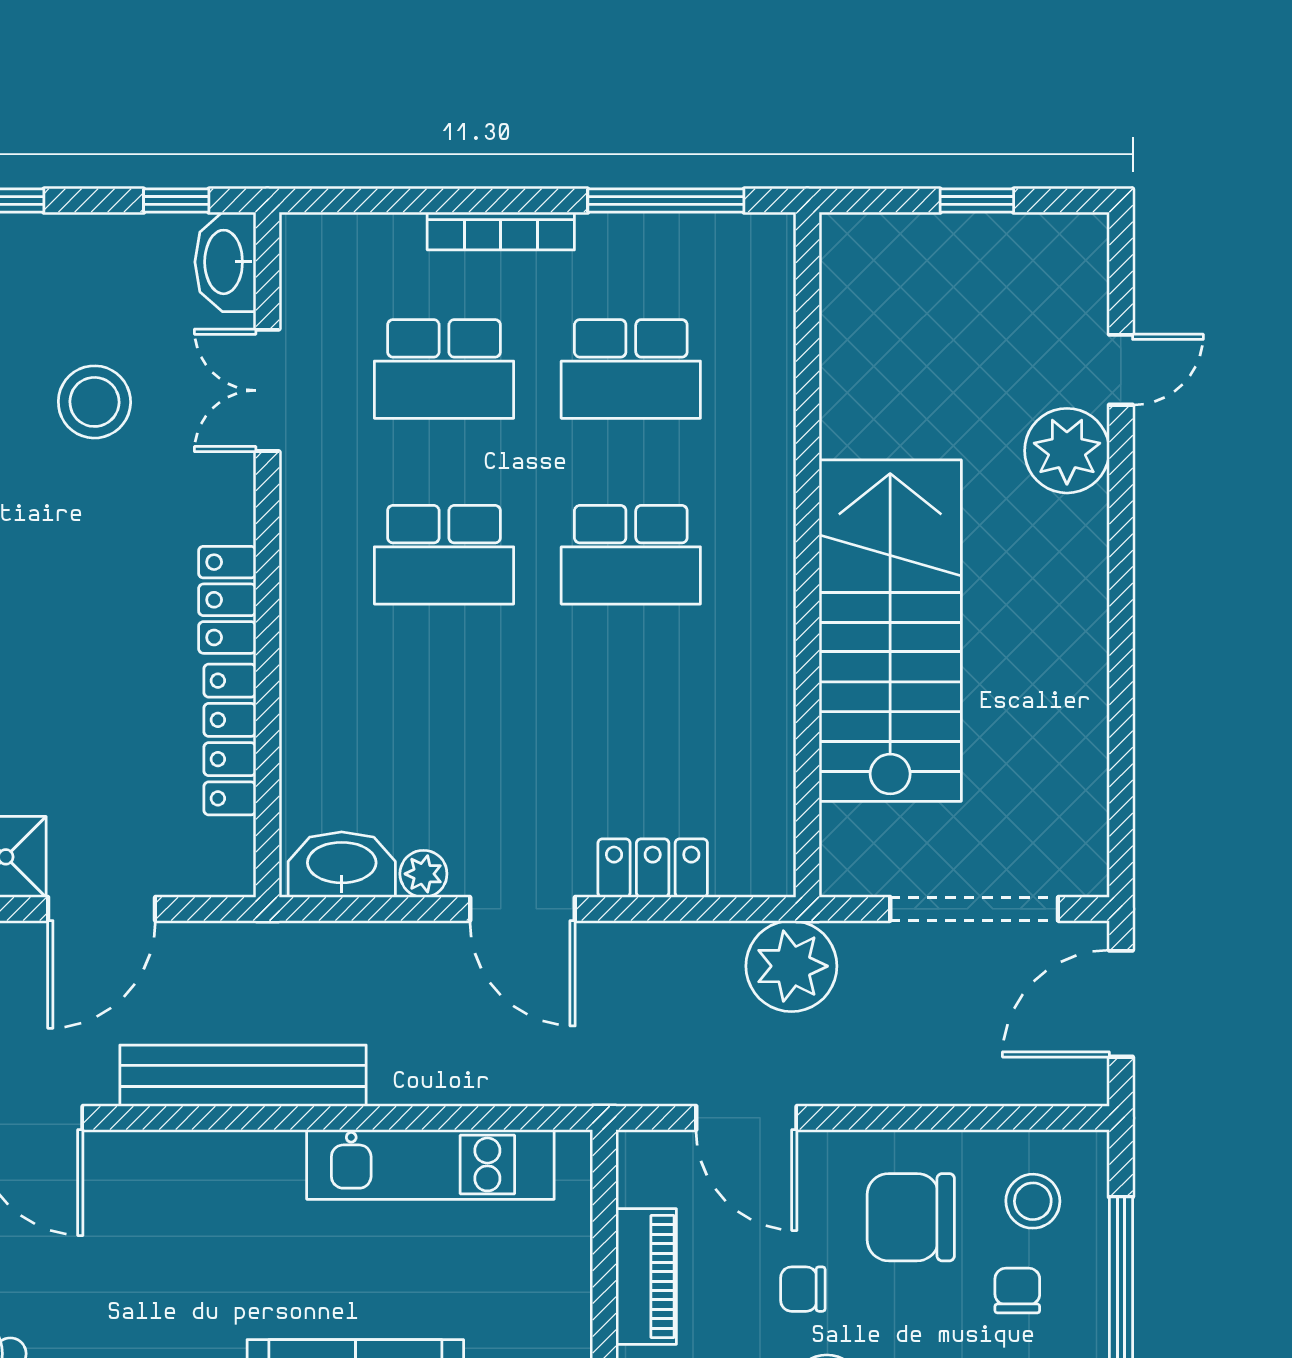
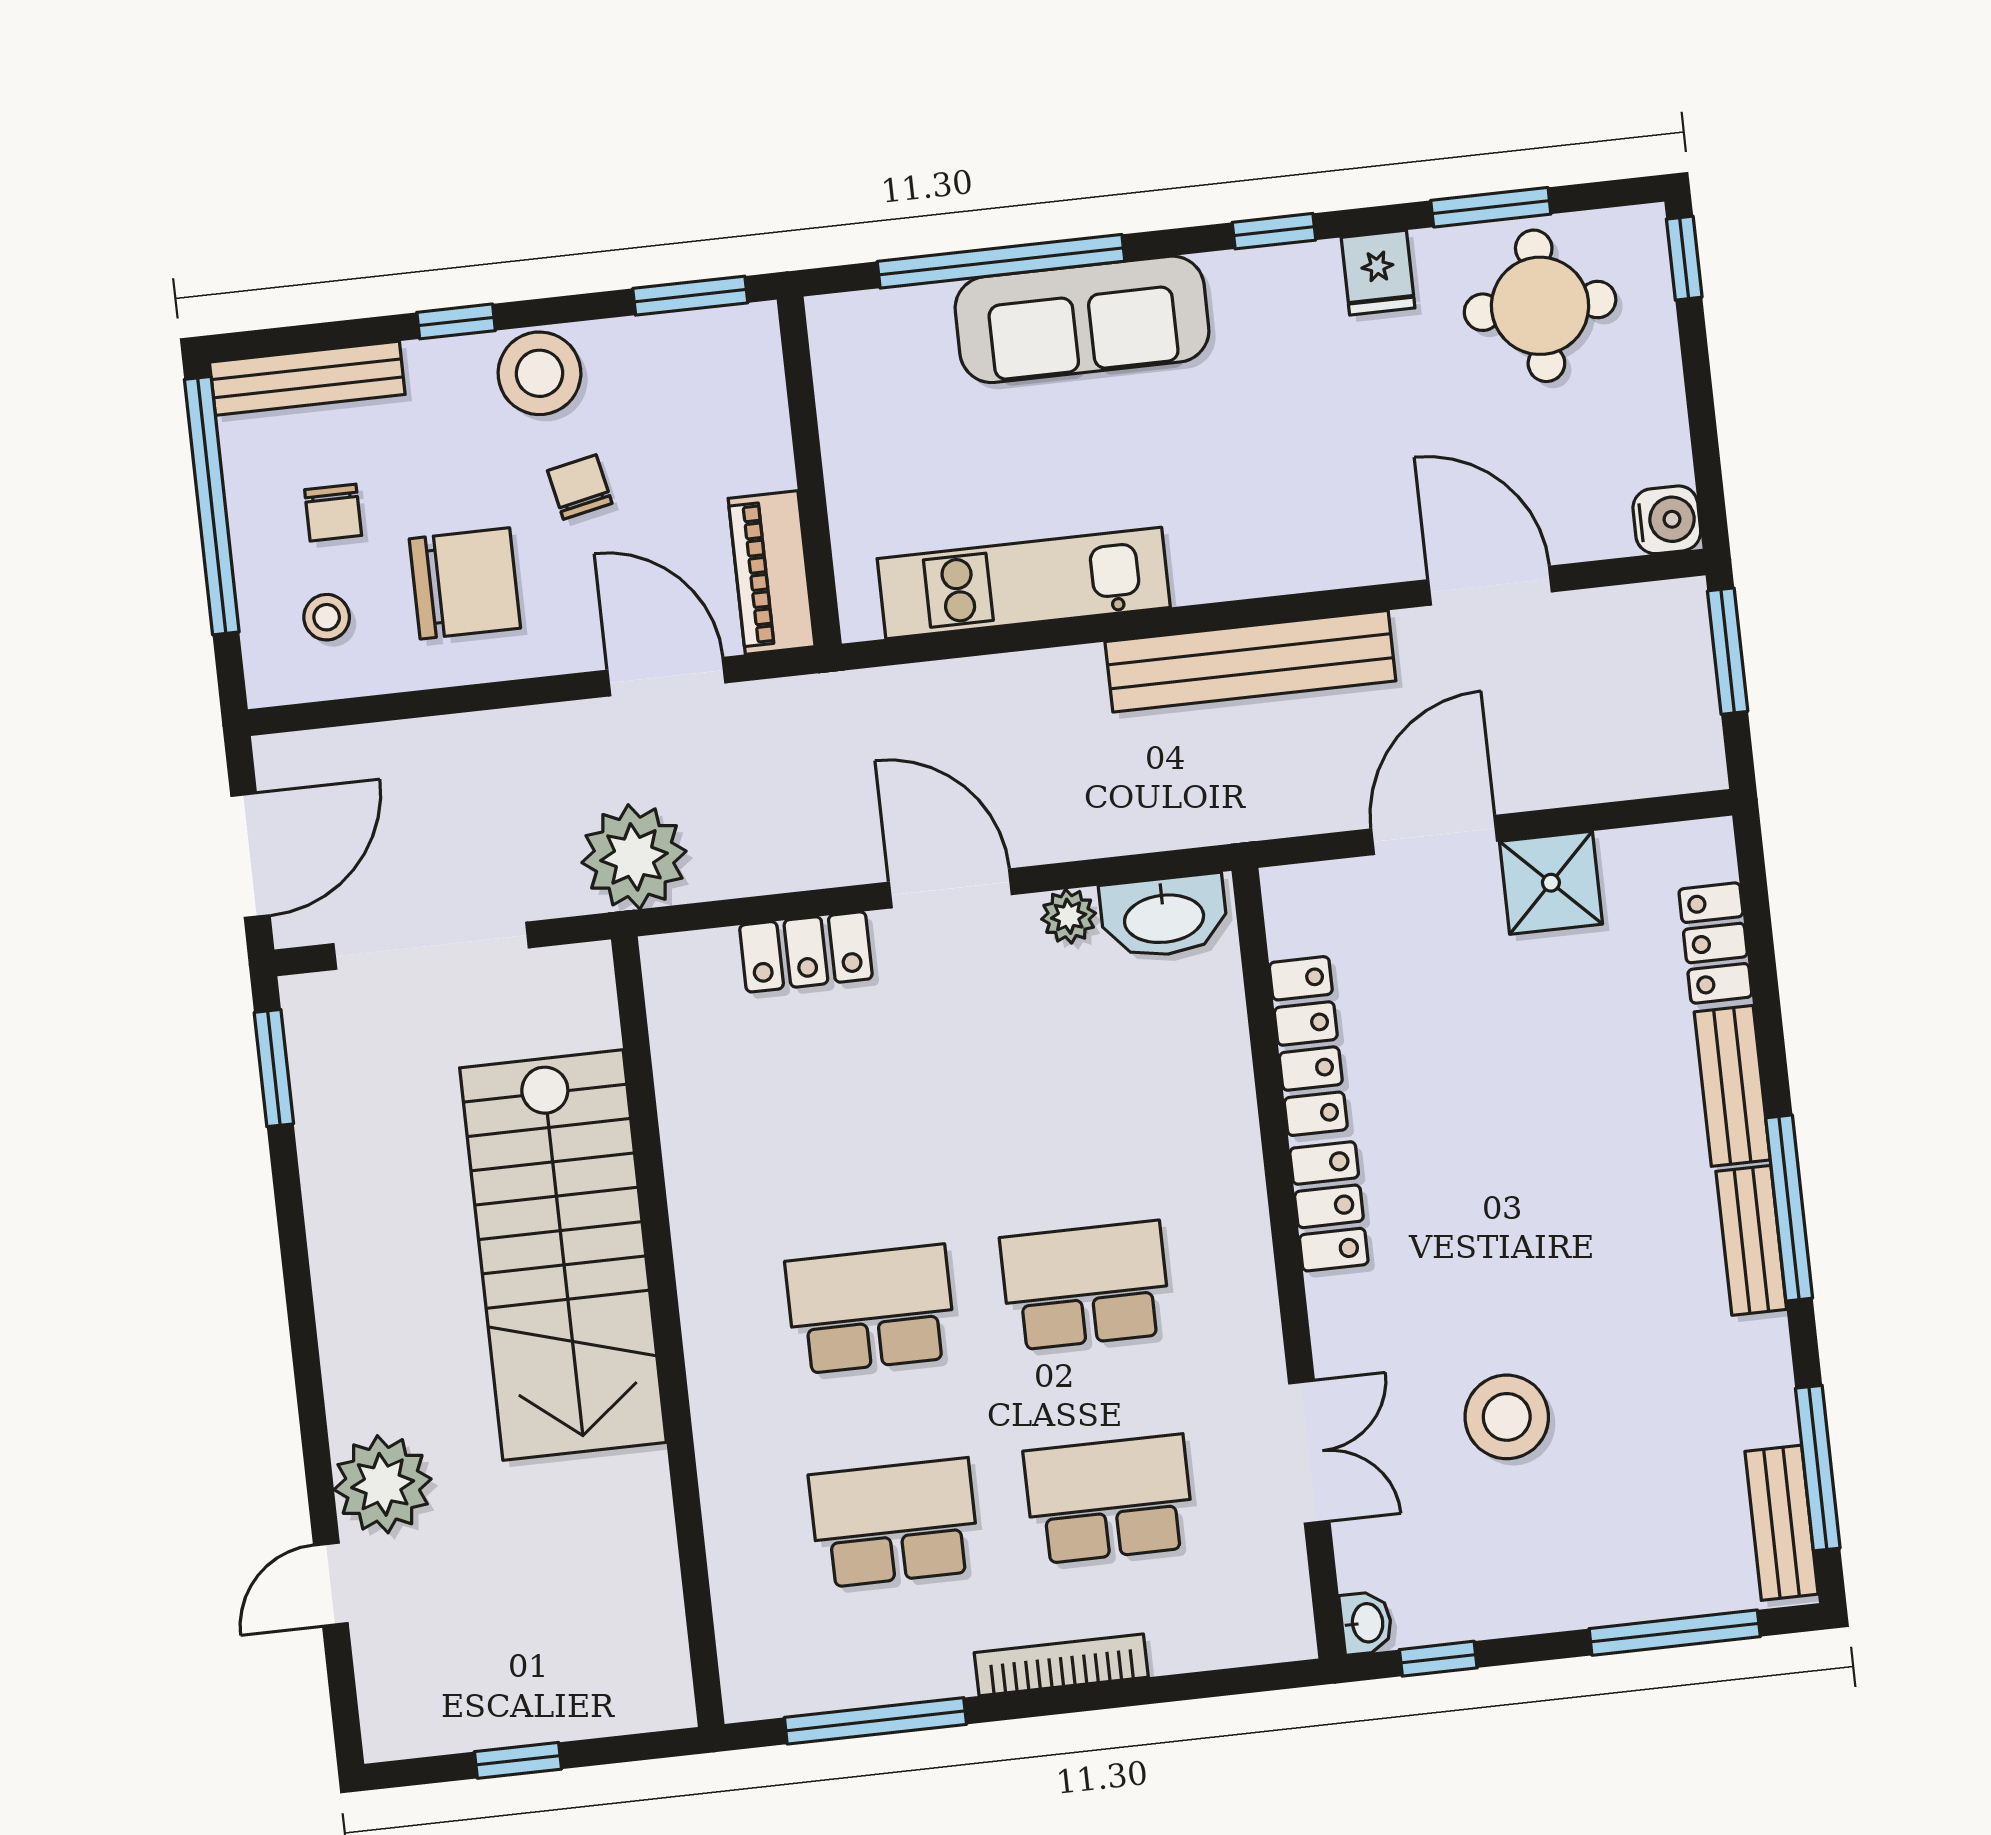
washbasin: (225, 262) -> (1366, 1623), width x0.52, depth x0.69
window: (1121, 819) -> (274, 1068), added
stool: (1033, 1201) -> (327, 617), width x0.73, depth x0.73
piano: (646, 1277) -> (772, 572), moved
chair: (803, 1289) -> (580, 487), turned -102

